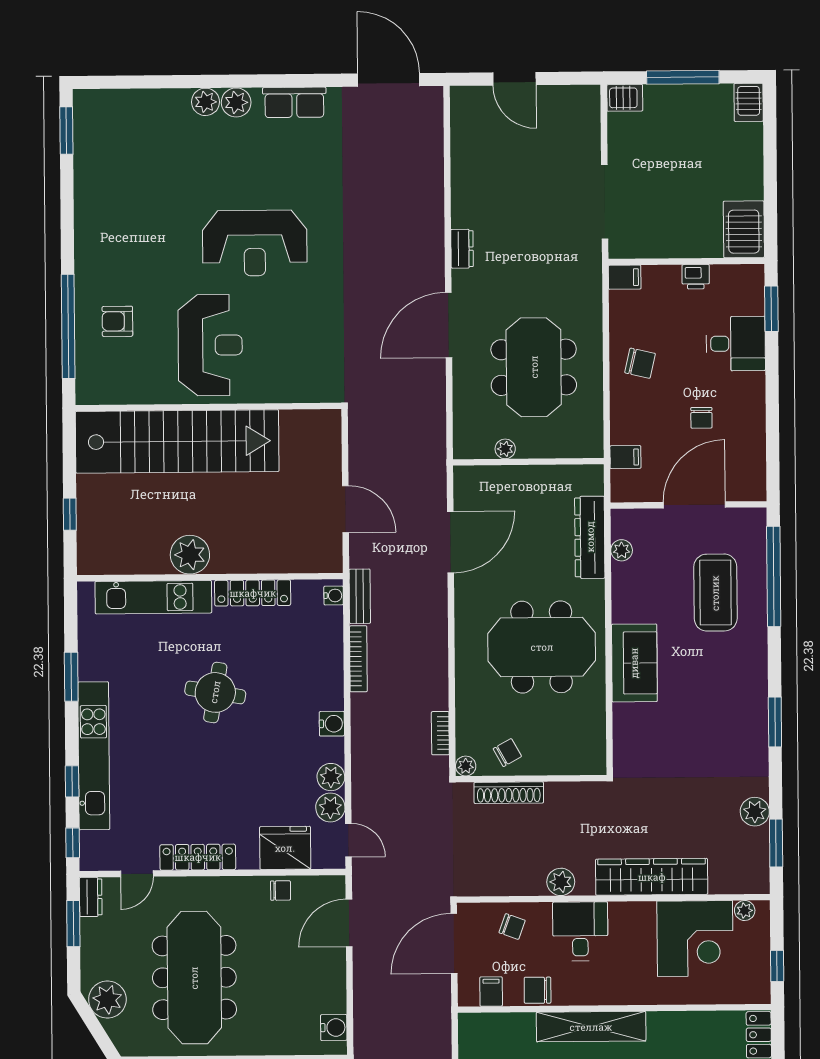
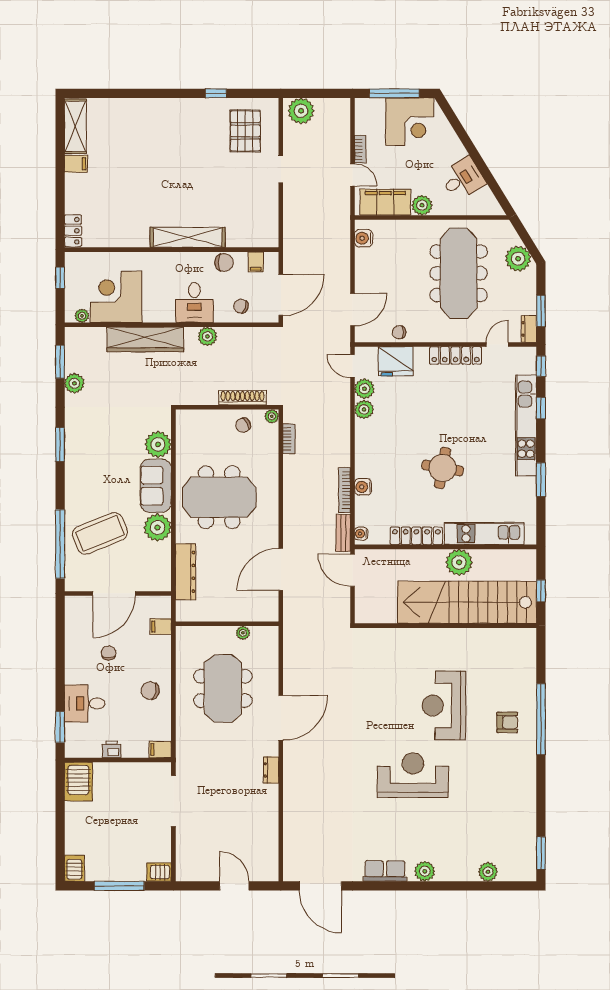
plant: (206, 102) -> (488, 872), moved
wall: (208, 407) -> (446, 626), moved
stairs: (177, 441) -> (467, 602), moved
door: (345, 509) -> (352, 570), moved
plant: (622, 550) -> (157, 528), moved, width x1.87, depth x1.87
coffee table: (715, 593) -> (100, 533), turned 68
plant: (632, 723) -> (158, 444), added
water cooler: (332, 724) -> (363, 487), moved

